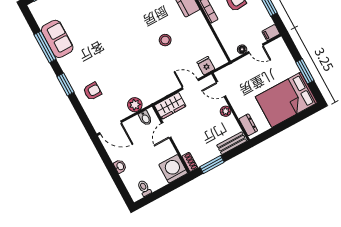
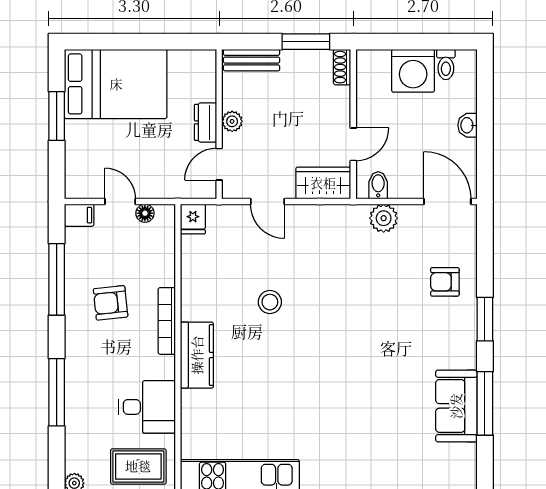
fridge: (206, 66) -> (193, 219), moved
door: (221, 89) -> (219, 164), swing flipped
dresser: (248, 125) -> (206, 122), moved
washing machine: (173, 169) -> (413, 71), moved

